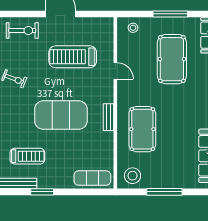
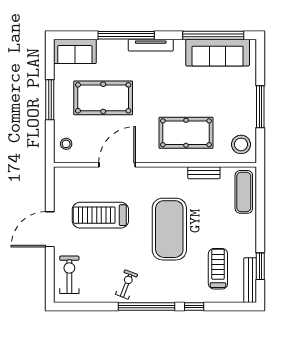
treadmill: (73, 57) -> (100, 215), turned 90
door: (115, 71) -> (117, 165), width x1.88
bench: (109, 117) -> (204, 173), moved
window: (42, 192) -> (260, 266), moved

